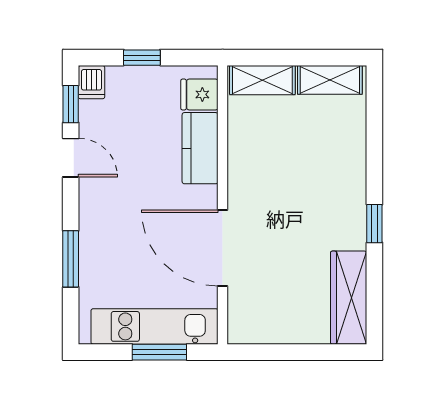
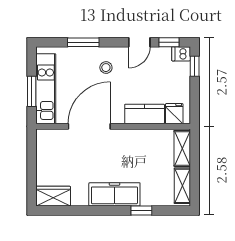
window: (142, 58) -> (195, 66), moved
freezer: (345, 202) -> (114, 194), added
stool: (116, 218) -> (106, 68), added
window: (374, 224) -> (141, 210), moved
wardrobe: (349, 298) -> (53, 196), width x0.67

